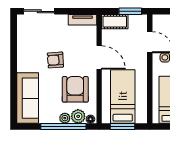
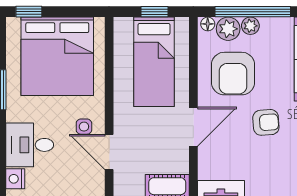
door: (99, 57) -> (193, 127), swing flipped
window: (122, 127) -> (155, 12), width x0.67

